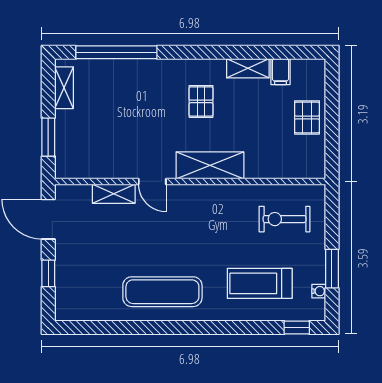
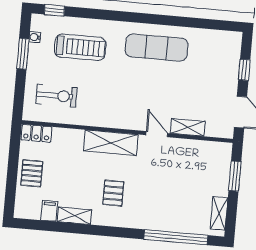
locker: (306, 169) -> (36, 133), added

